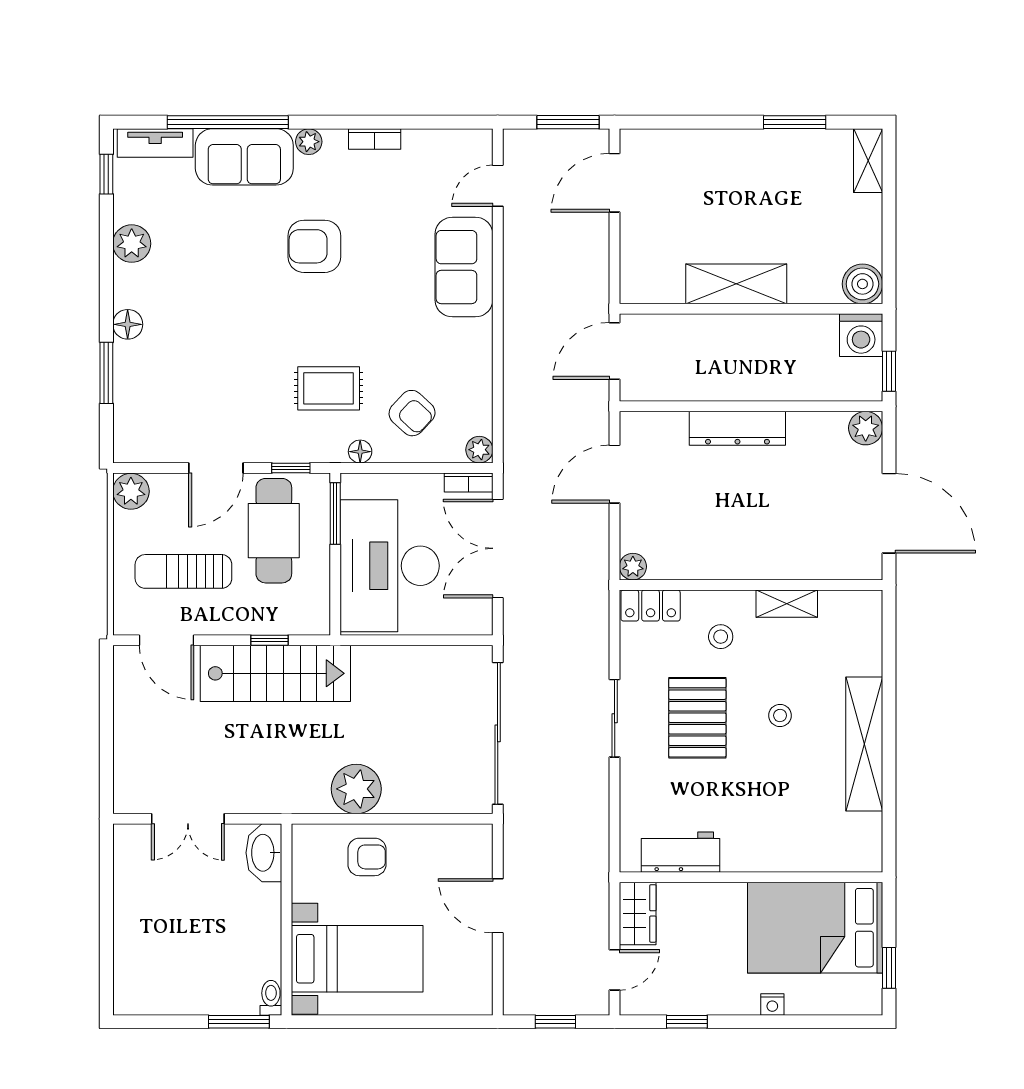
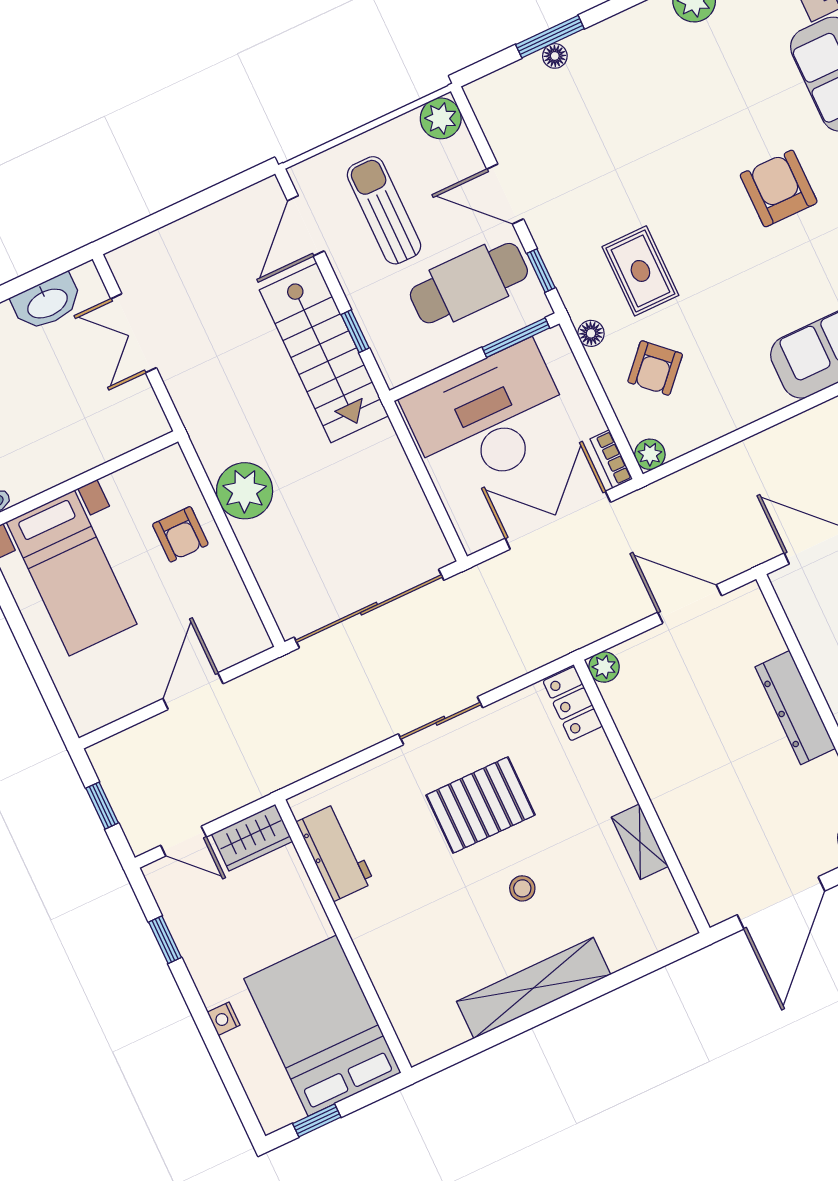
floor lamp: (128, 324) -> (555, 56), moved, width x0.73, depth x0.73
stool: (721, 637) -> (574, 790), removed
washbasin: (264, 853) -> (47, 302), moved, turned 180

